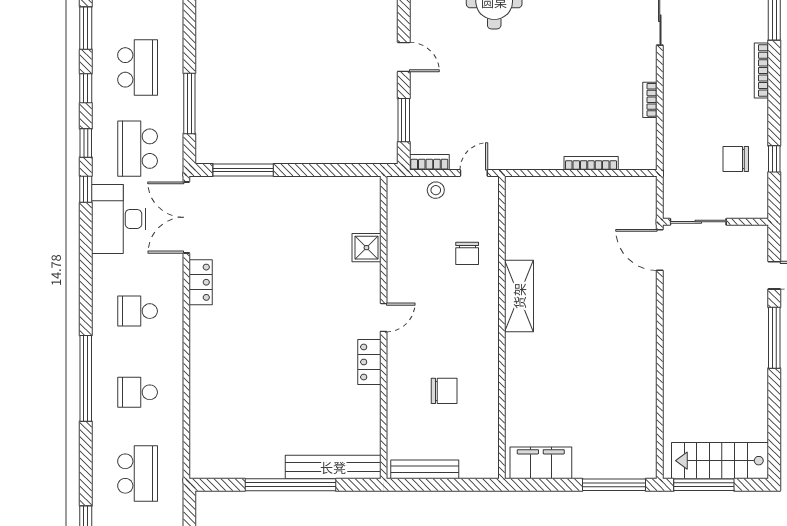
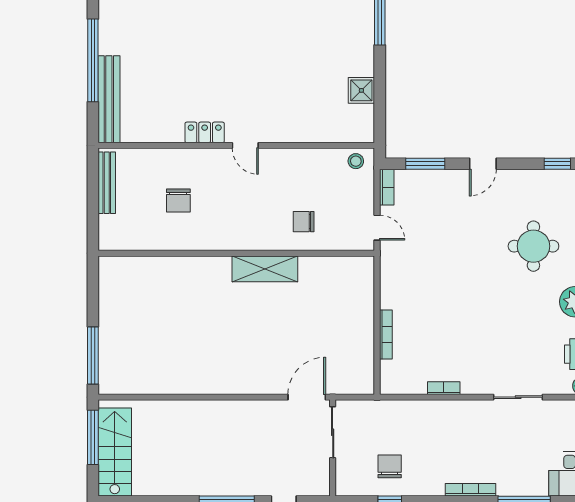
stool: (436, 190) -> (356, 161), moved
shower: (366, 248) -> (361, 90), moved
filing cabinet: (541, 463) -> (113, 289), removed

